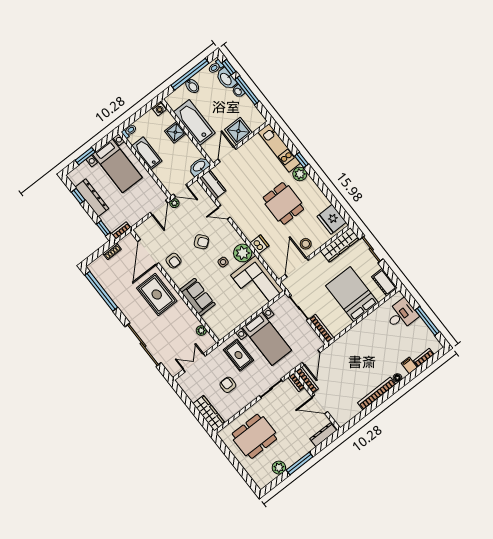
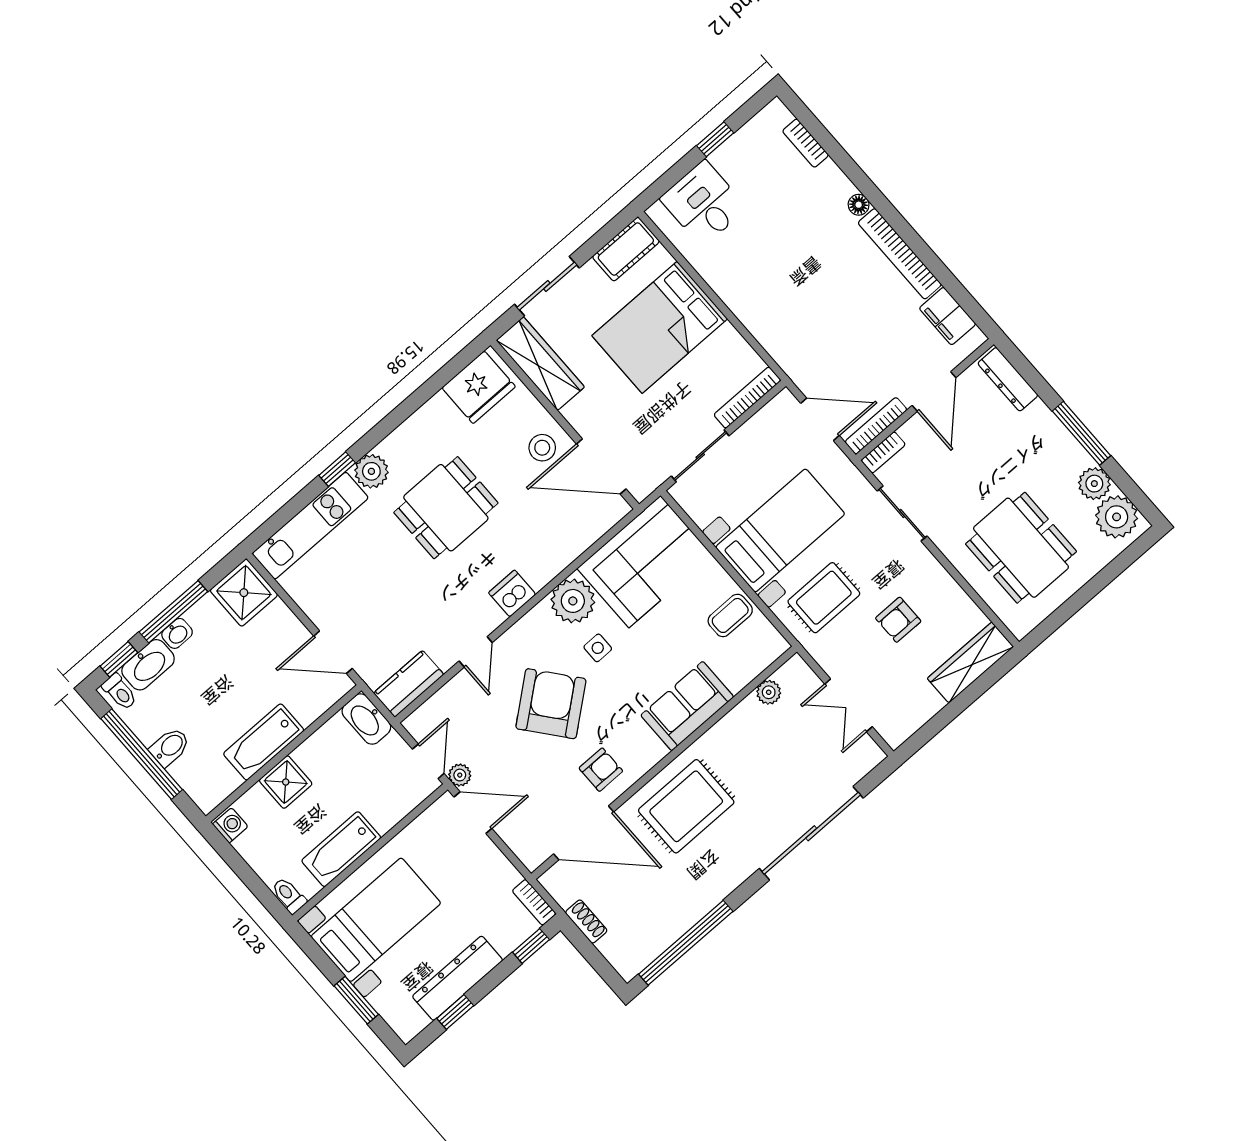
bathtub: (194, 123) -> (264, 742), width x0.73, depth x0.73
shower: (238, 131) -> (244, 593), moved
armchair: (201, 242) -> (551, 704), width x1.88, depth x1.88
dishwasher: (259, 244) -> (512, 593), moved
coffee table: (233, 317) -> (730, 615), added
window: (427, 321) -> (715, 139), width x0.46
filing cabinet: (409, 365) -> (948, 316), moved, width x2.00
plant: (265, 476) -> (1117, 517), added

